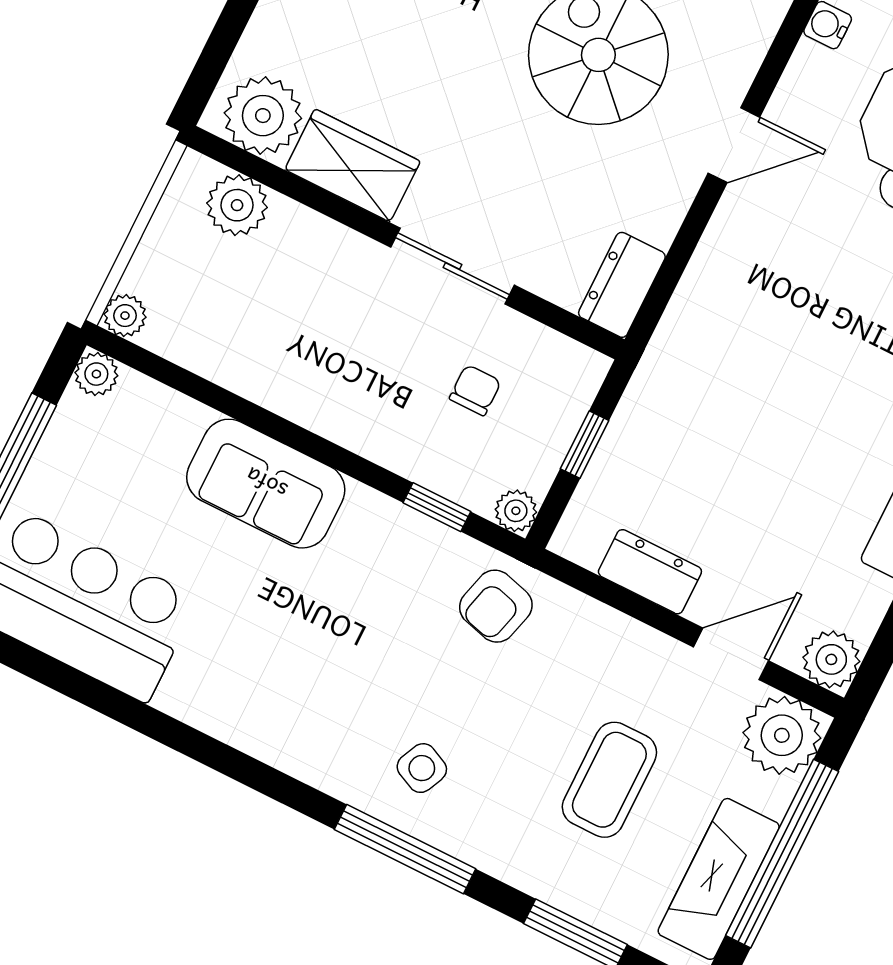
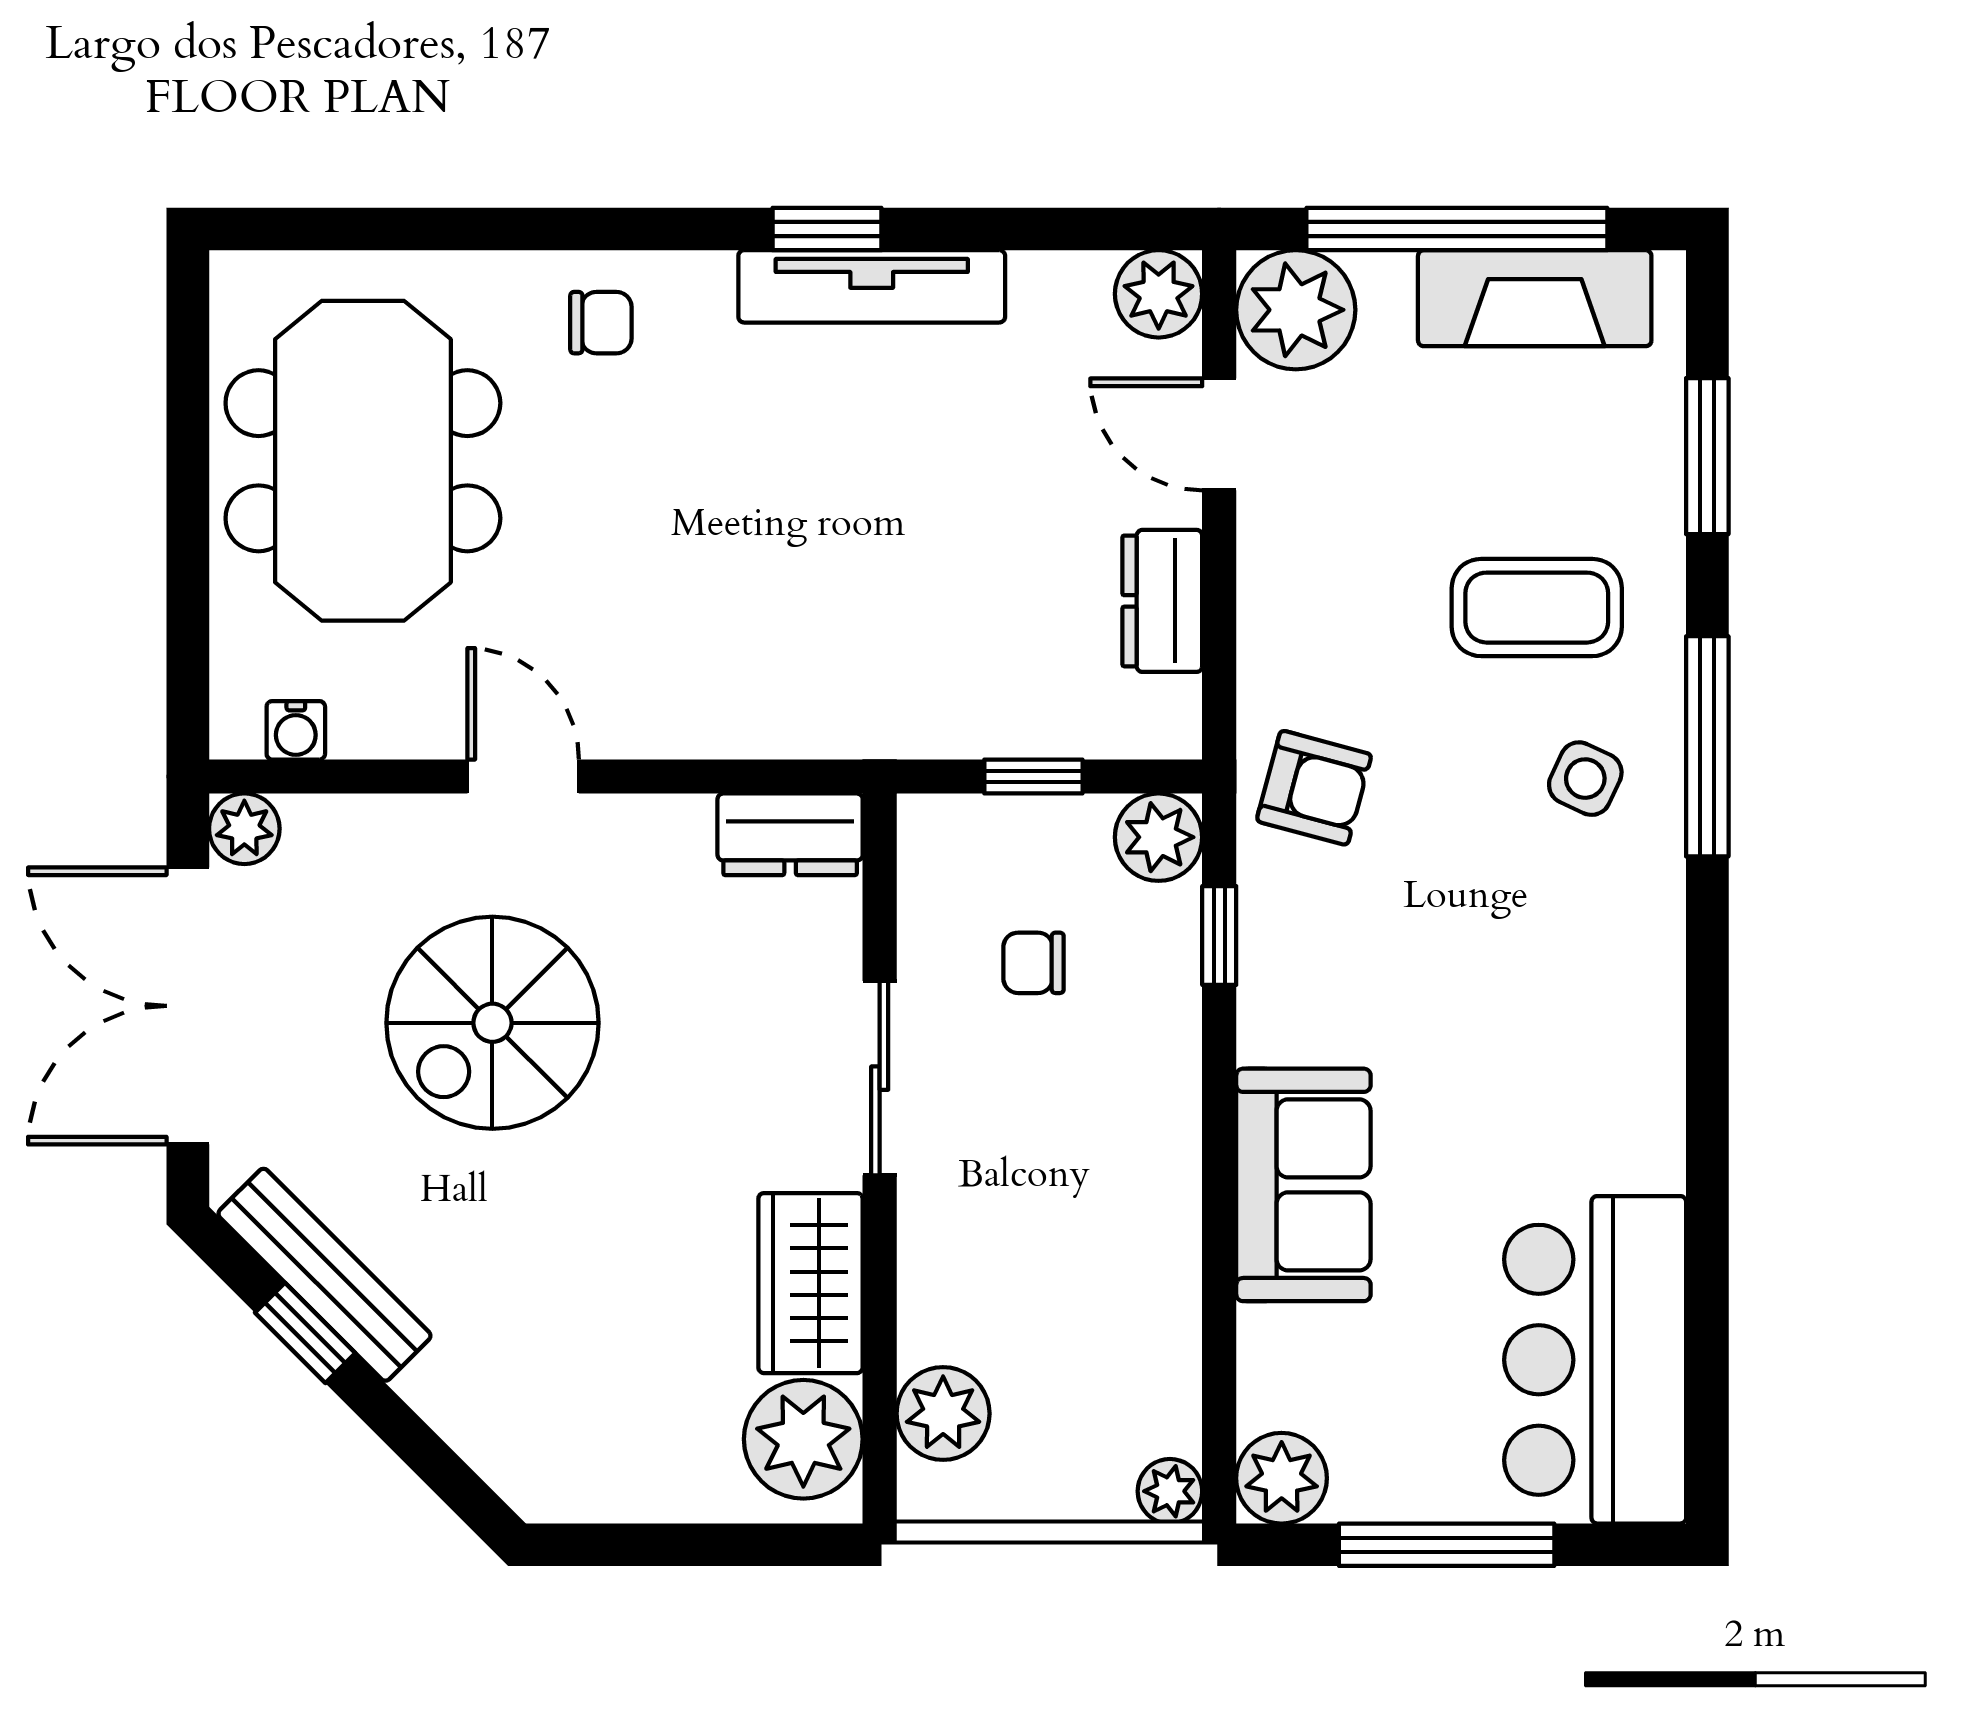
plant: (96, 374) -> (1282, 1478), width x1.38, depth x1.38
plant: (516, 511) -> (1158, 837), width x1.38, depth x1.38
coffee table: (609, 780) -> (1537, 608), moved

